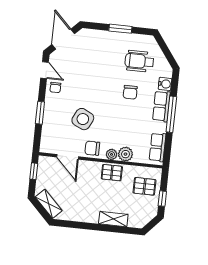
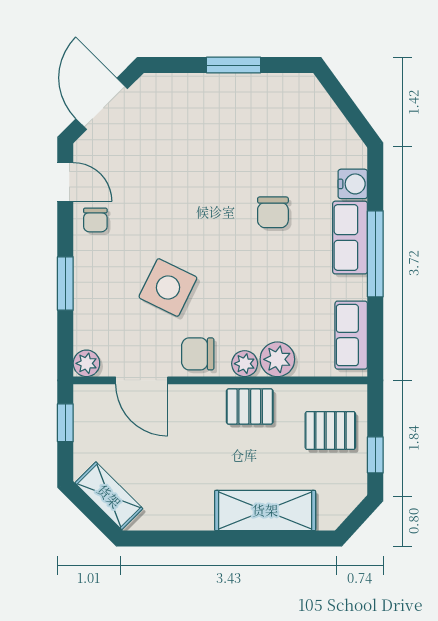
wheelchair: (139, 61) -> (287, 137), removed
plant: (45, 147) -> (86, 363), added
shelving: (113, 219) -> (265, 510), width x1.50, depth x1.33

